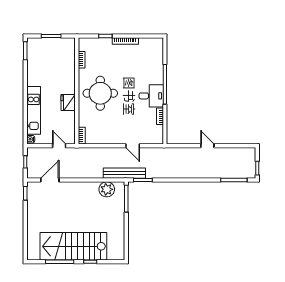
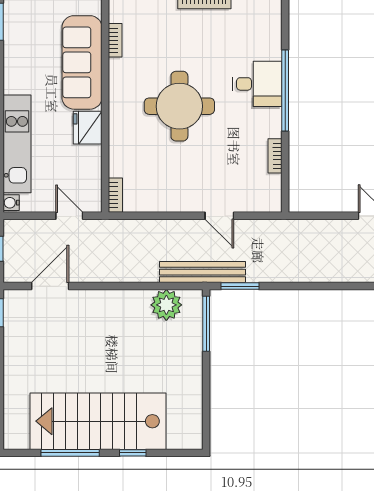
sofa: (65, 71) -> (82, 62), added
round table: (100, 93) -> (179, 106), moved
desk: (151, 96) -> (257, 84), moved

